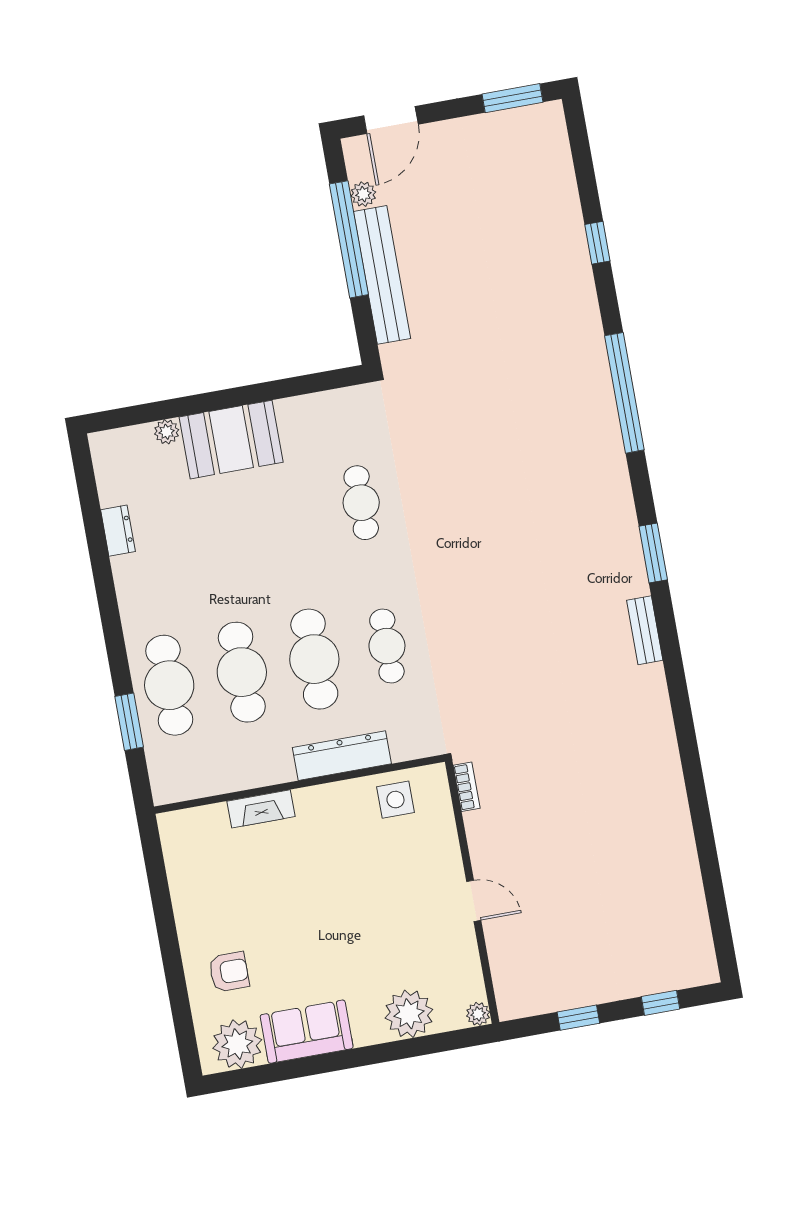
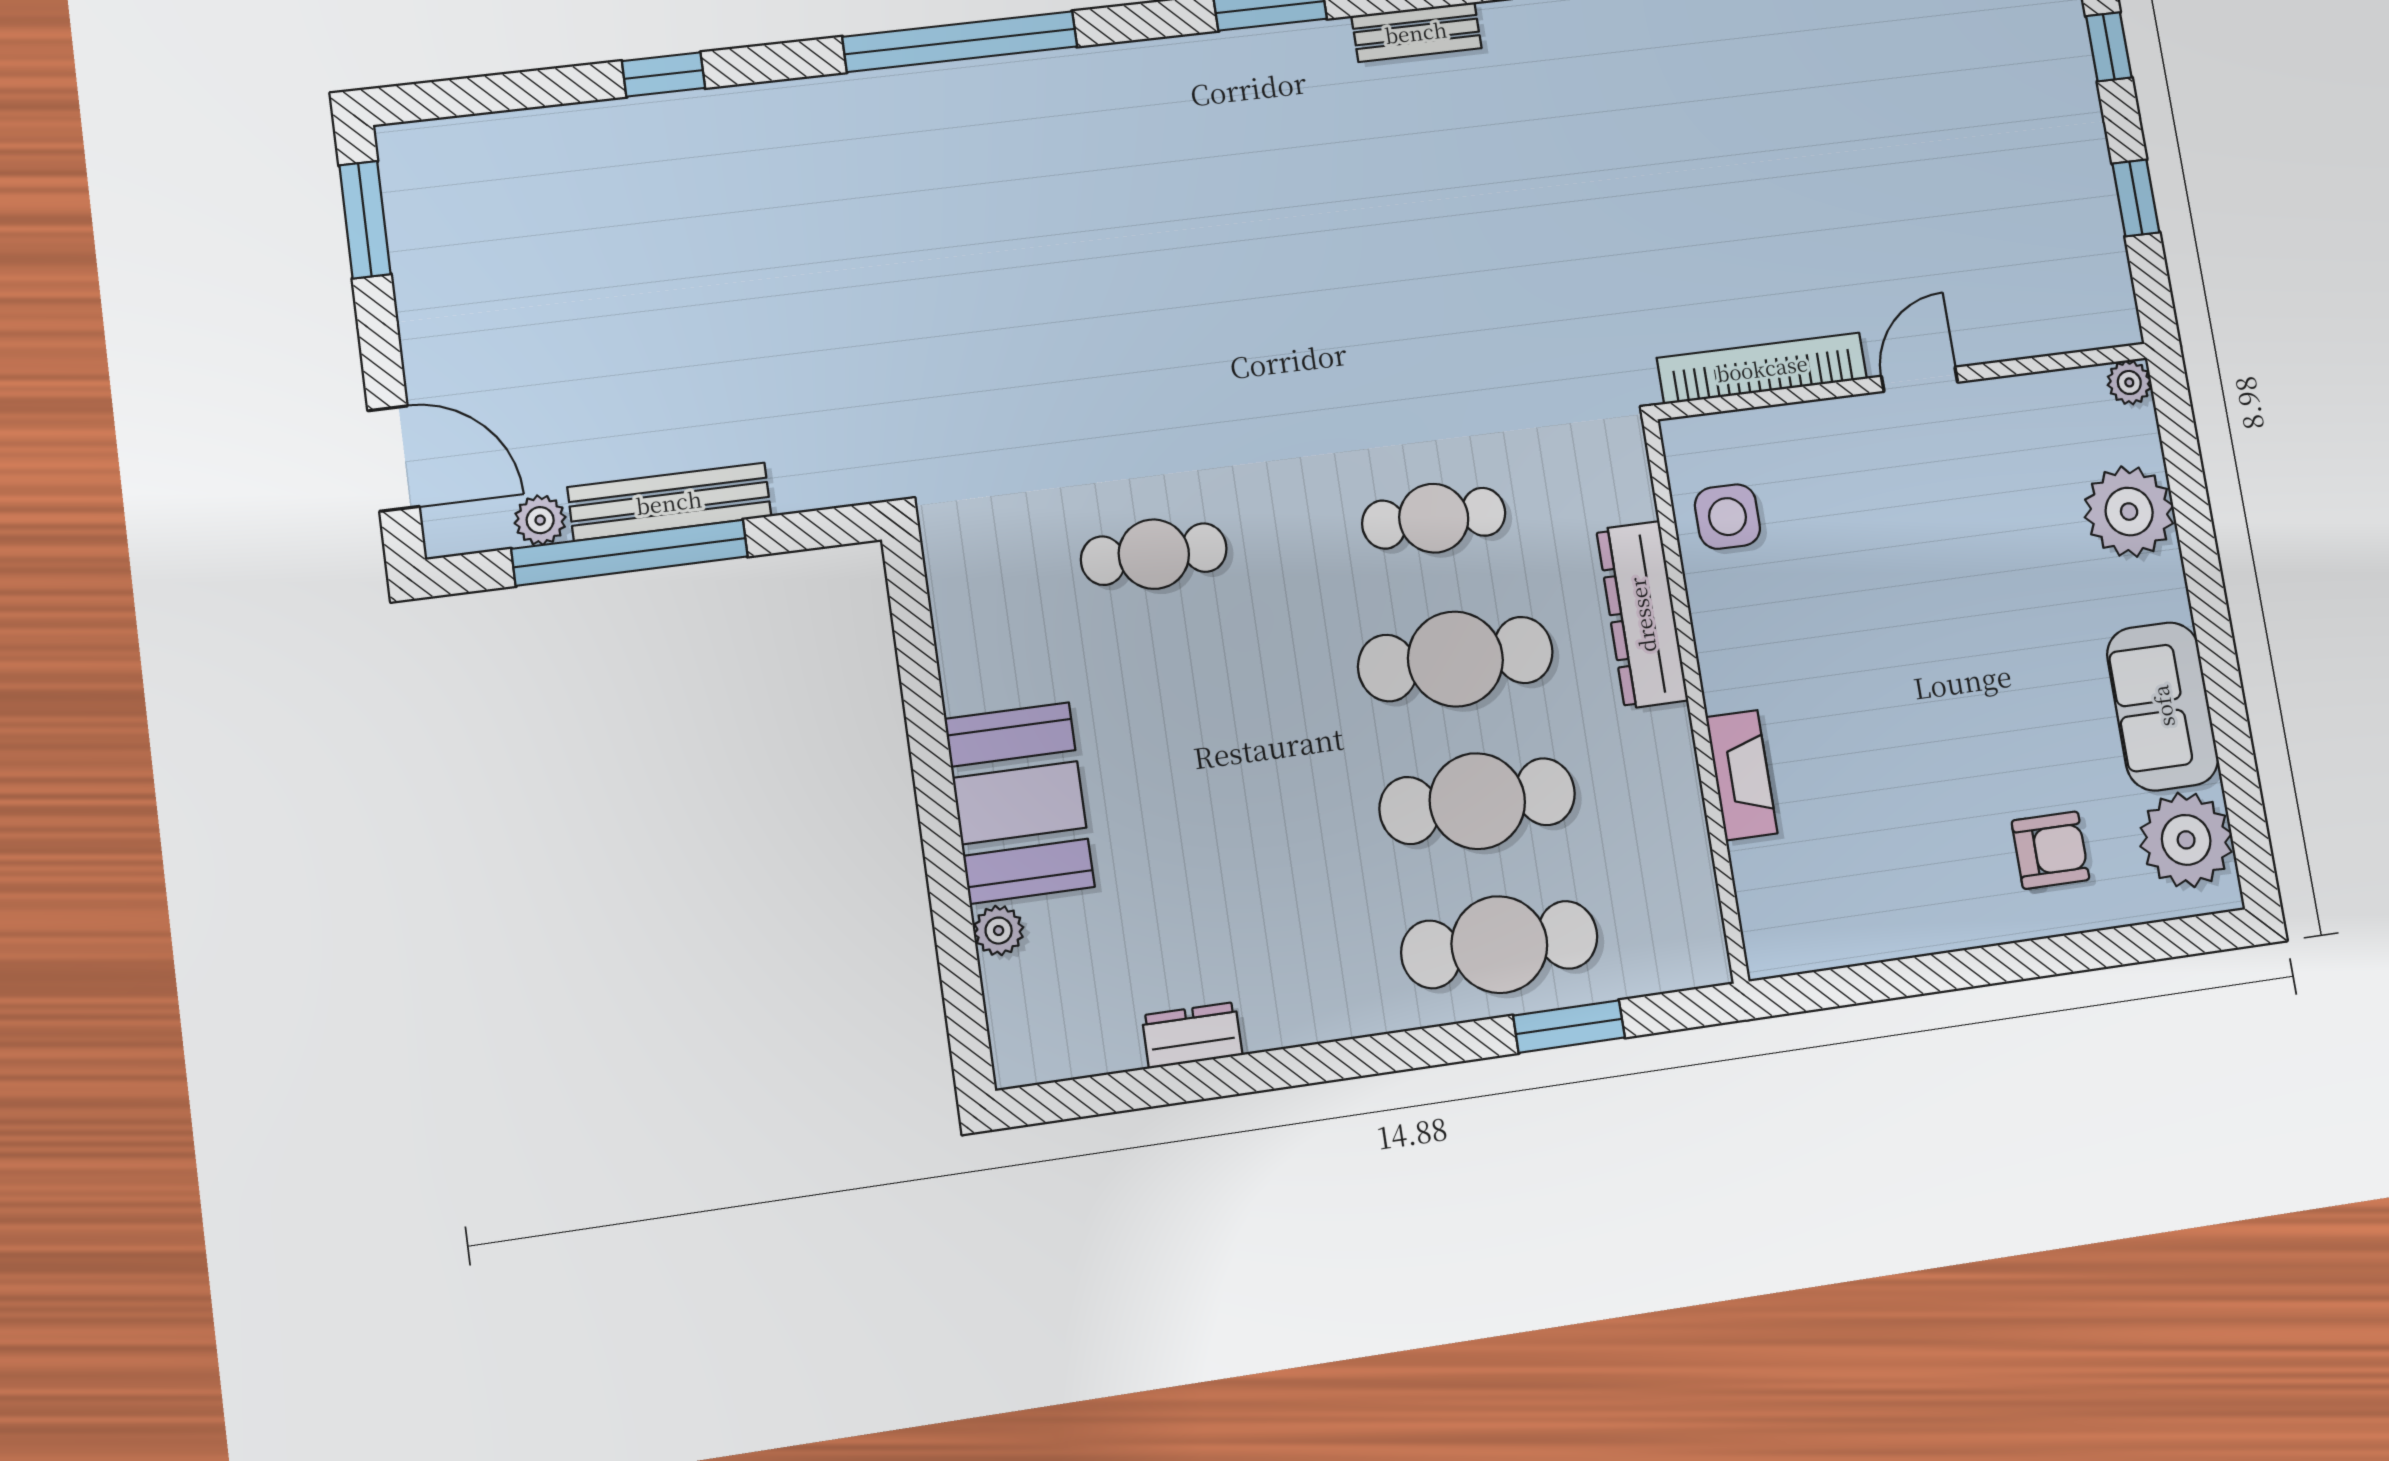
bench: (382, 275) -> (669, 502), width x0.73, depth x0.82
bookcase: (467, 787) -> (1762, 368), width x2.31, depth x1.31
armchair: (229, 972) -> (2050, 850), turned 90

